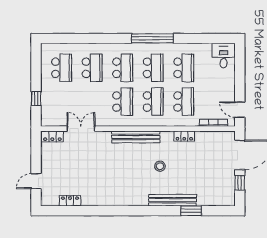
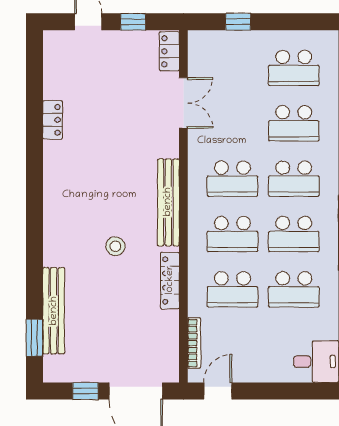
locker: (184, 136) -> (170, 280), width x1.53
window: (36, 156) -> (133, 22), added
bench: (172, 200) -> (54, 311), moved
locker: (70, 201) -> (53, 120), moved
window: (191, 211) -> (35, 338), moved

